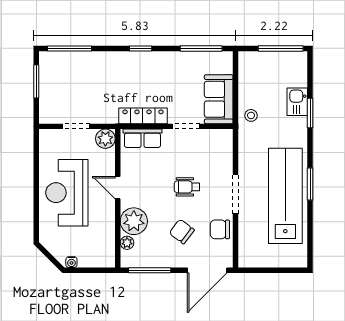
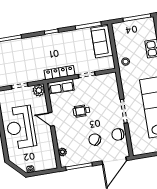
sofa: (219, 99) -> (102, 42), moved
wheelchair: (187, 187) -> (81, 111), moved
plant: (134, 221) -> (64, 138), removed

